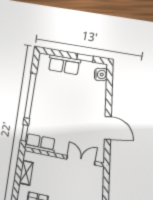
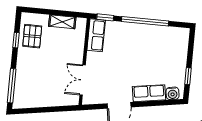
row of seats: (64, 65) -> (149, 93), moved, turned 81
double door: (81, 160) -> (83, 80), swing flipped

